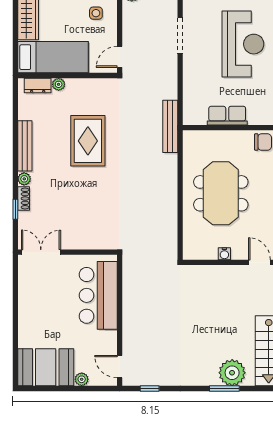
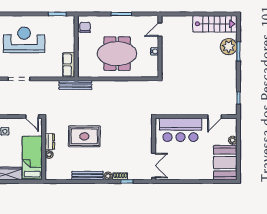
dresser: (38, 85) -> (50, 142), moved
row of seats: (227, 116) -> (69, 65), moved
double door: (41, 252) -> (154, 166), swing flipped
door: (120, 367) -> (215, 117), moved

